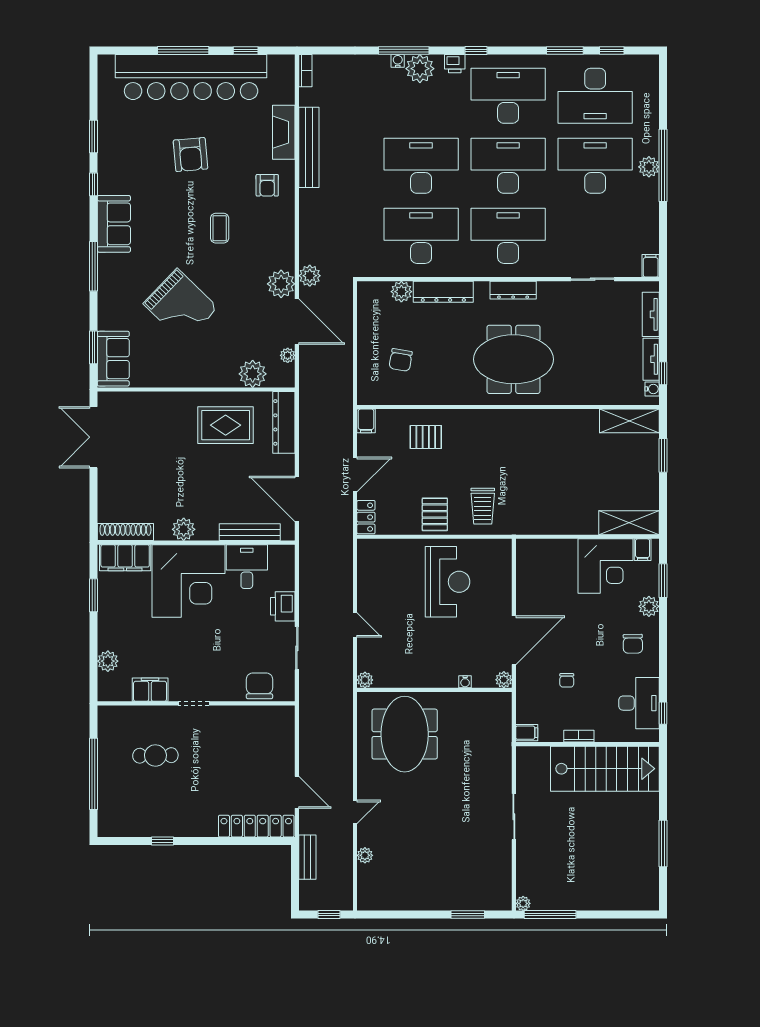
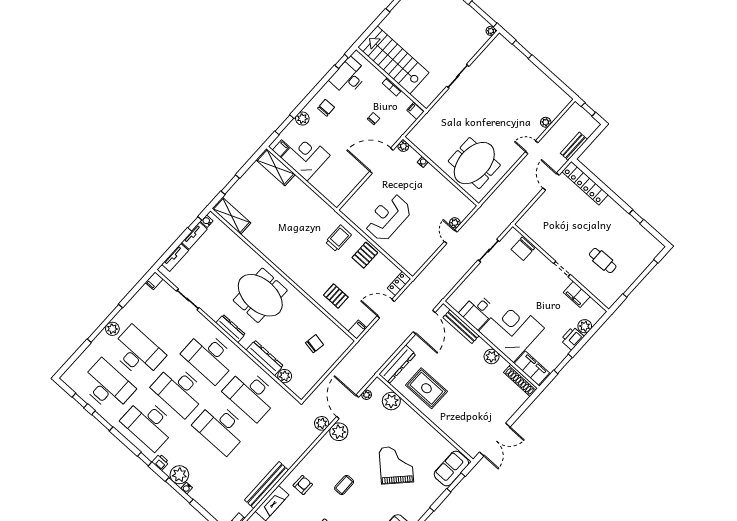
desk: (595, 166) -> (138, 353), turned 180
printer: (283, 606) -> (572, 338), moved, turned 180
plant: (365, 680) -> (455, 223), moved

